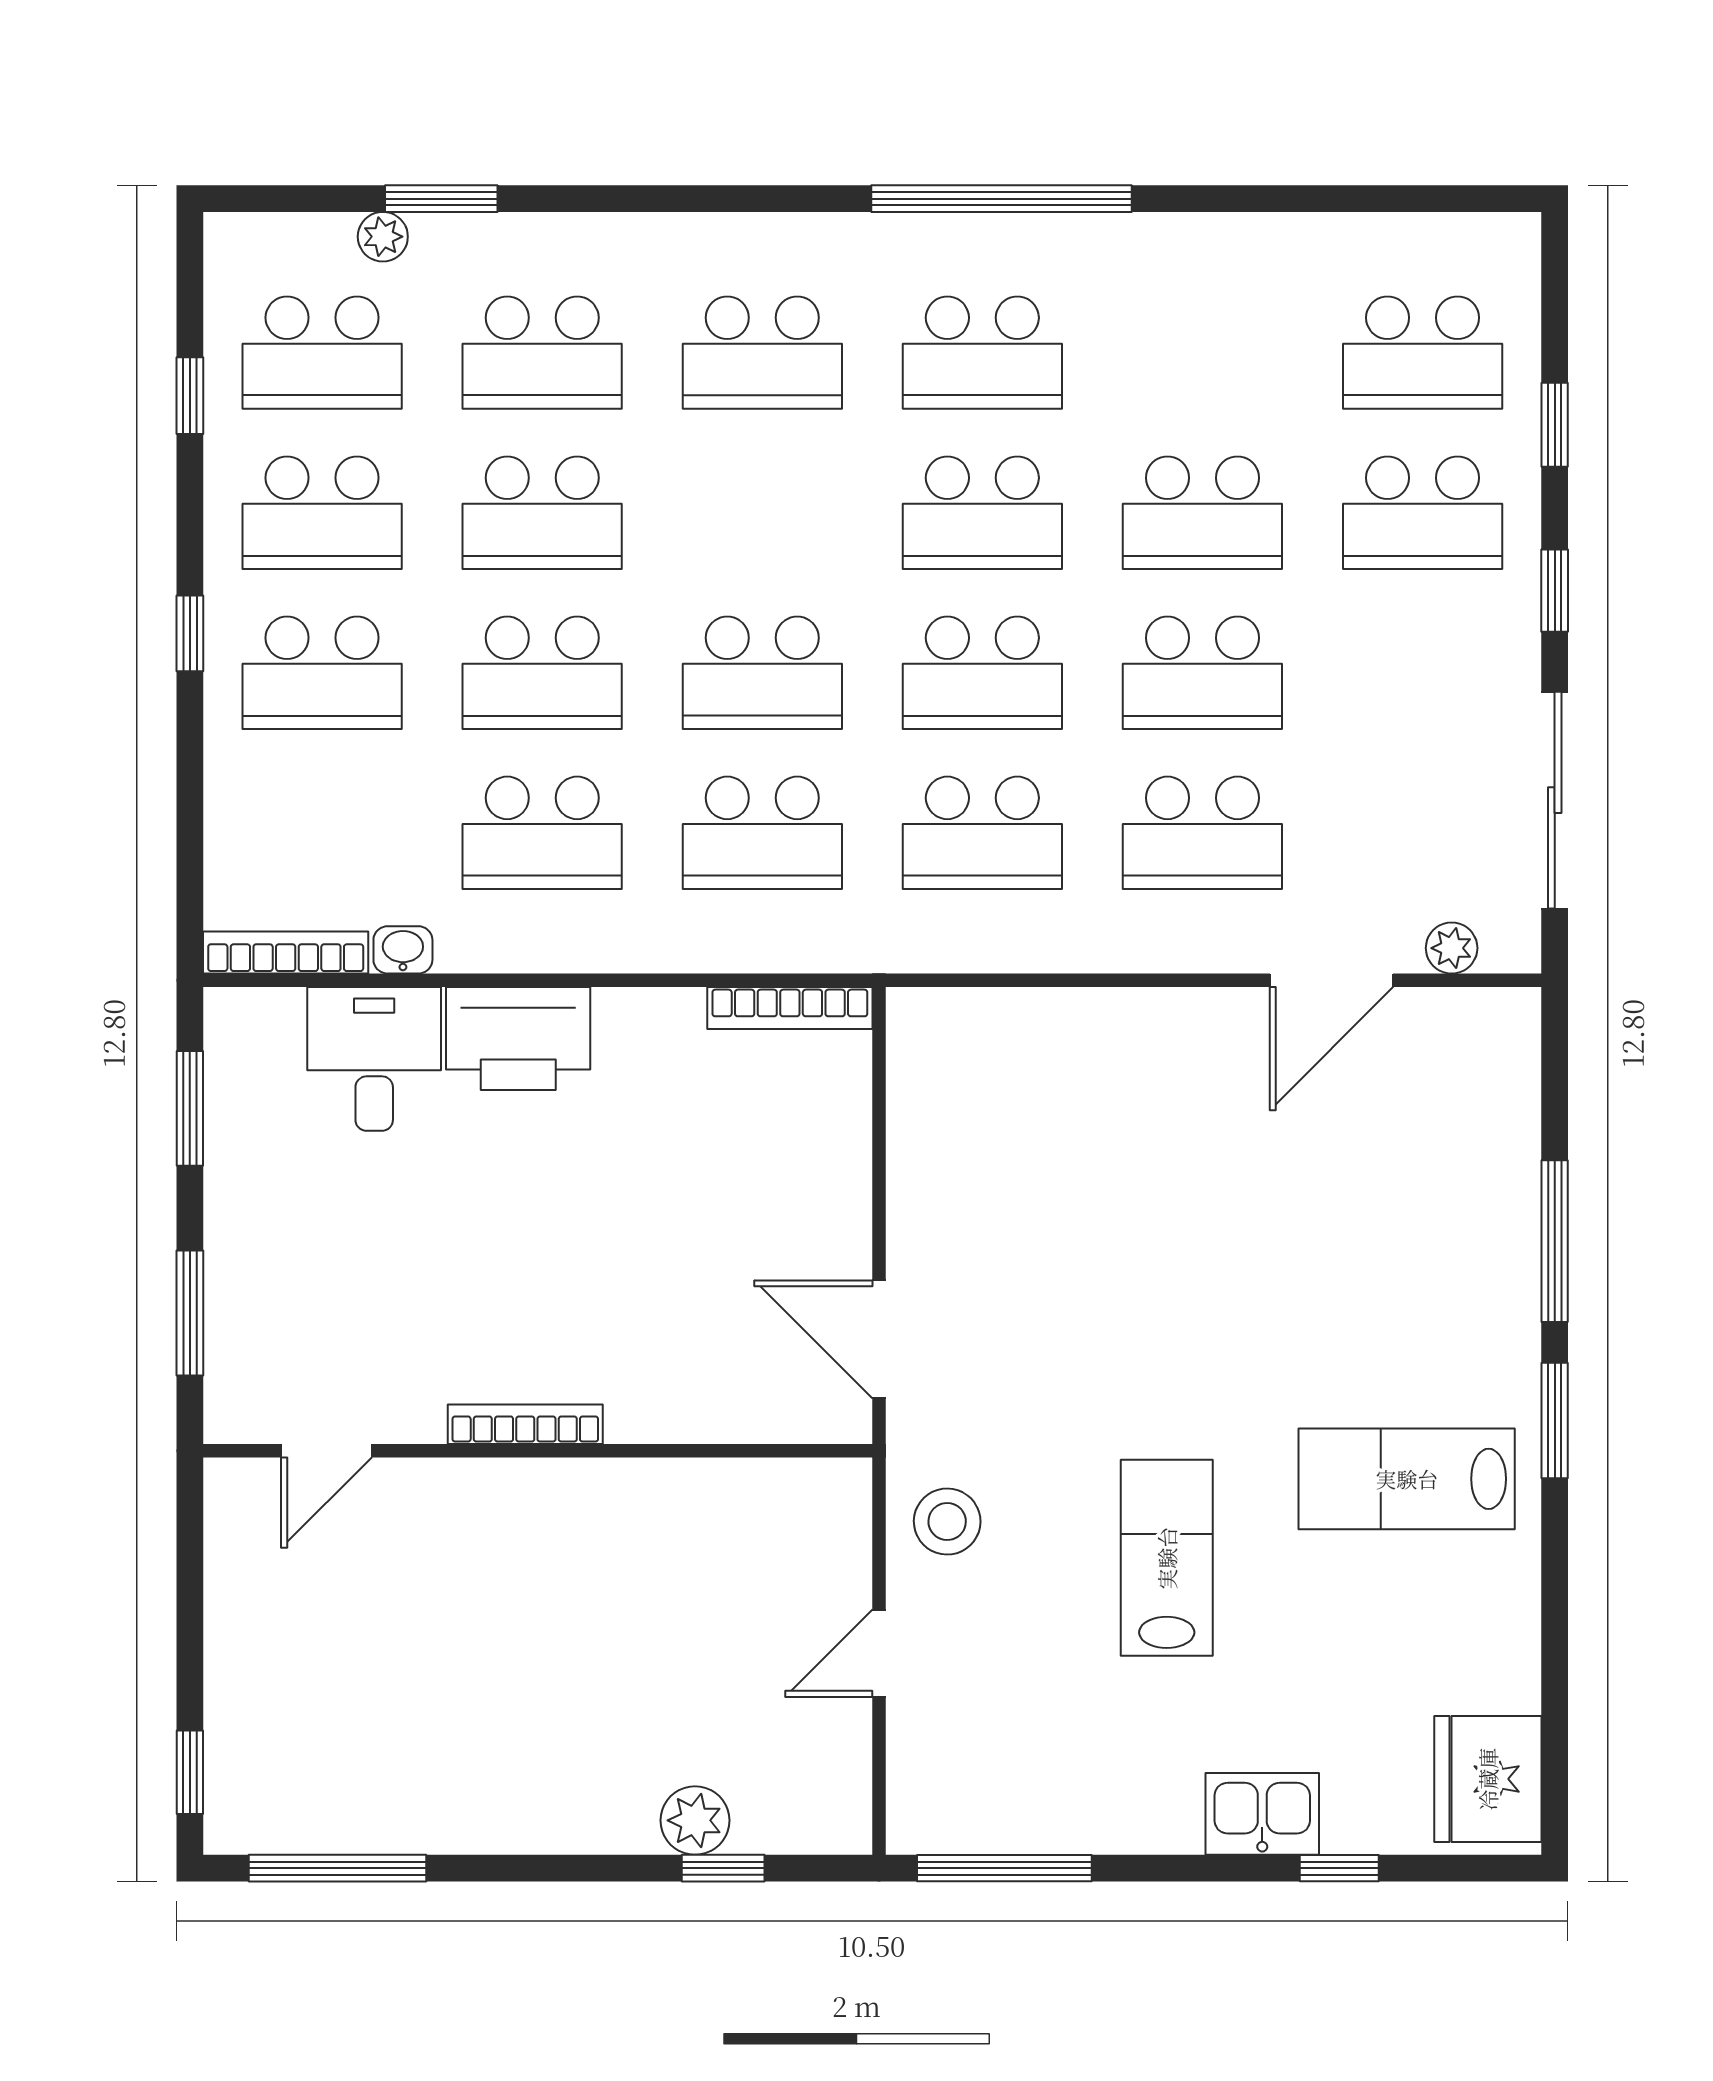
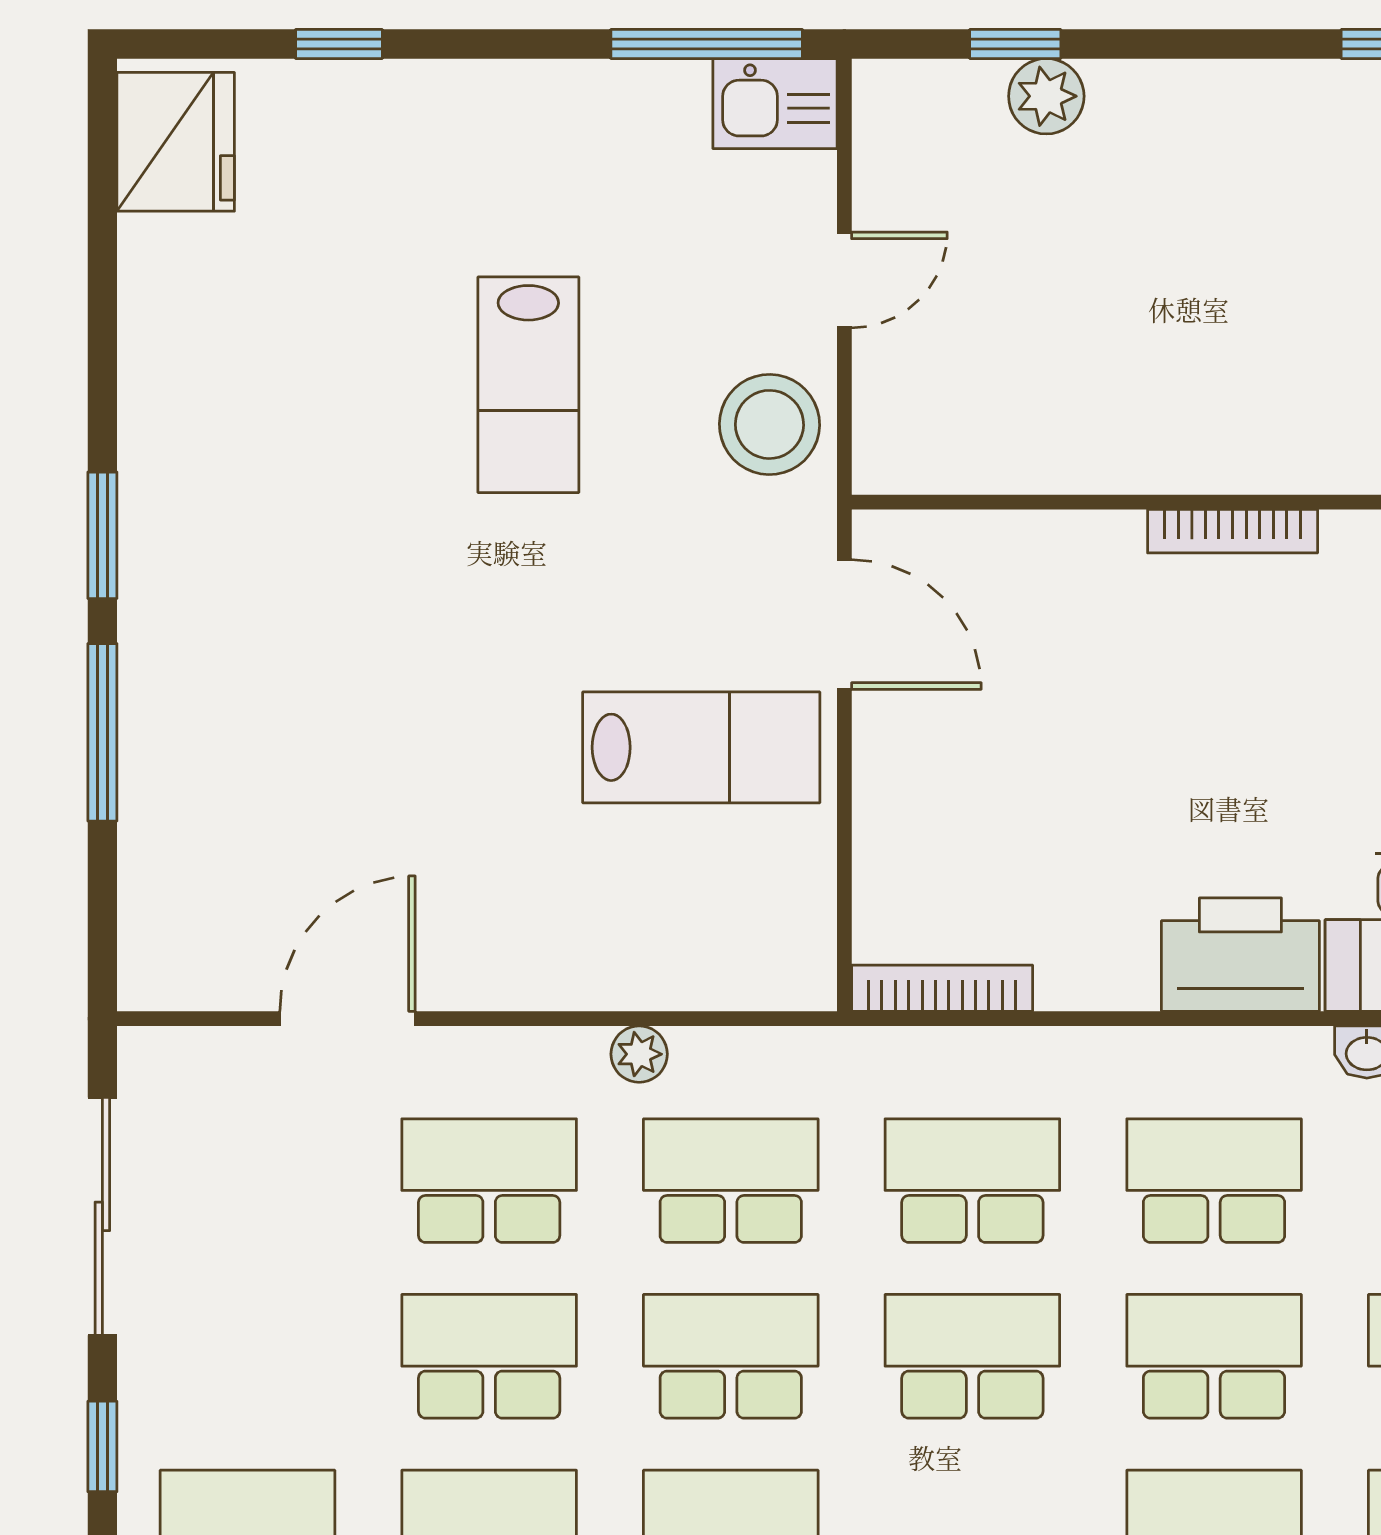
plant: (1452, 948) -> (639, 1054), moved
lab bench: (1407, 1479) -> (701, 747), moved
stool: (947, 1522) -> (769, 424), width x1.38, depth x1.38
kitchen sink: (1262, 1814) -> (775, 104), moved

